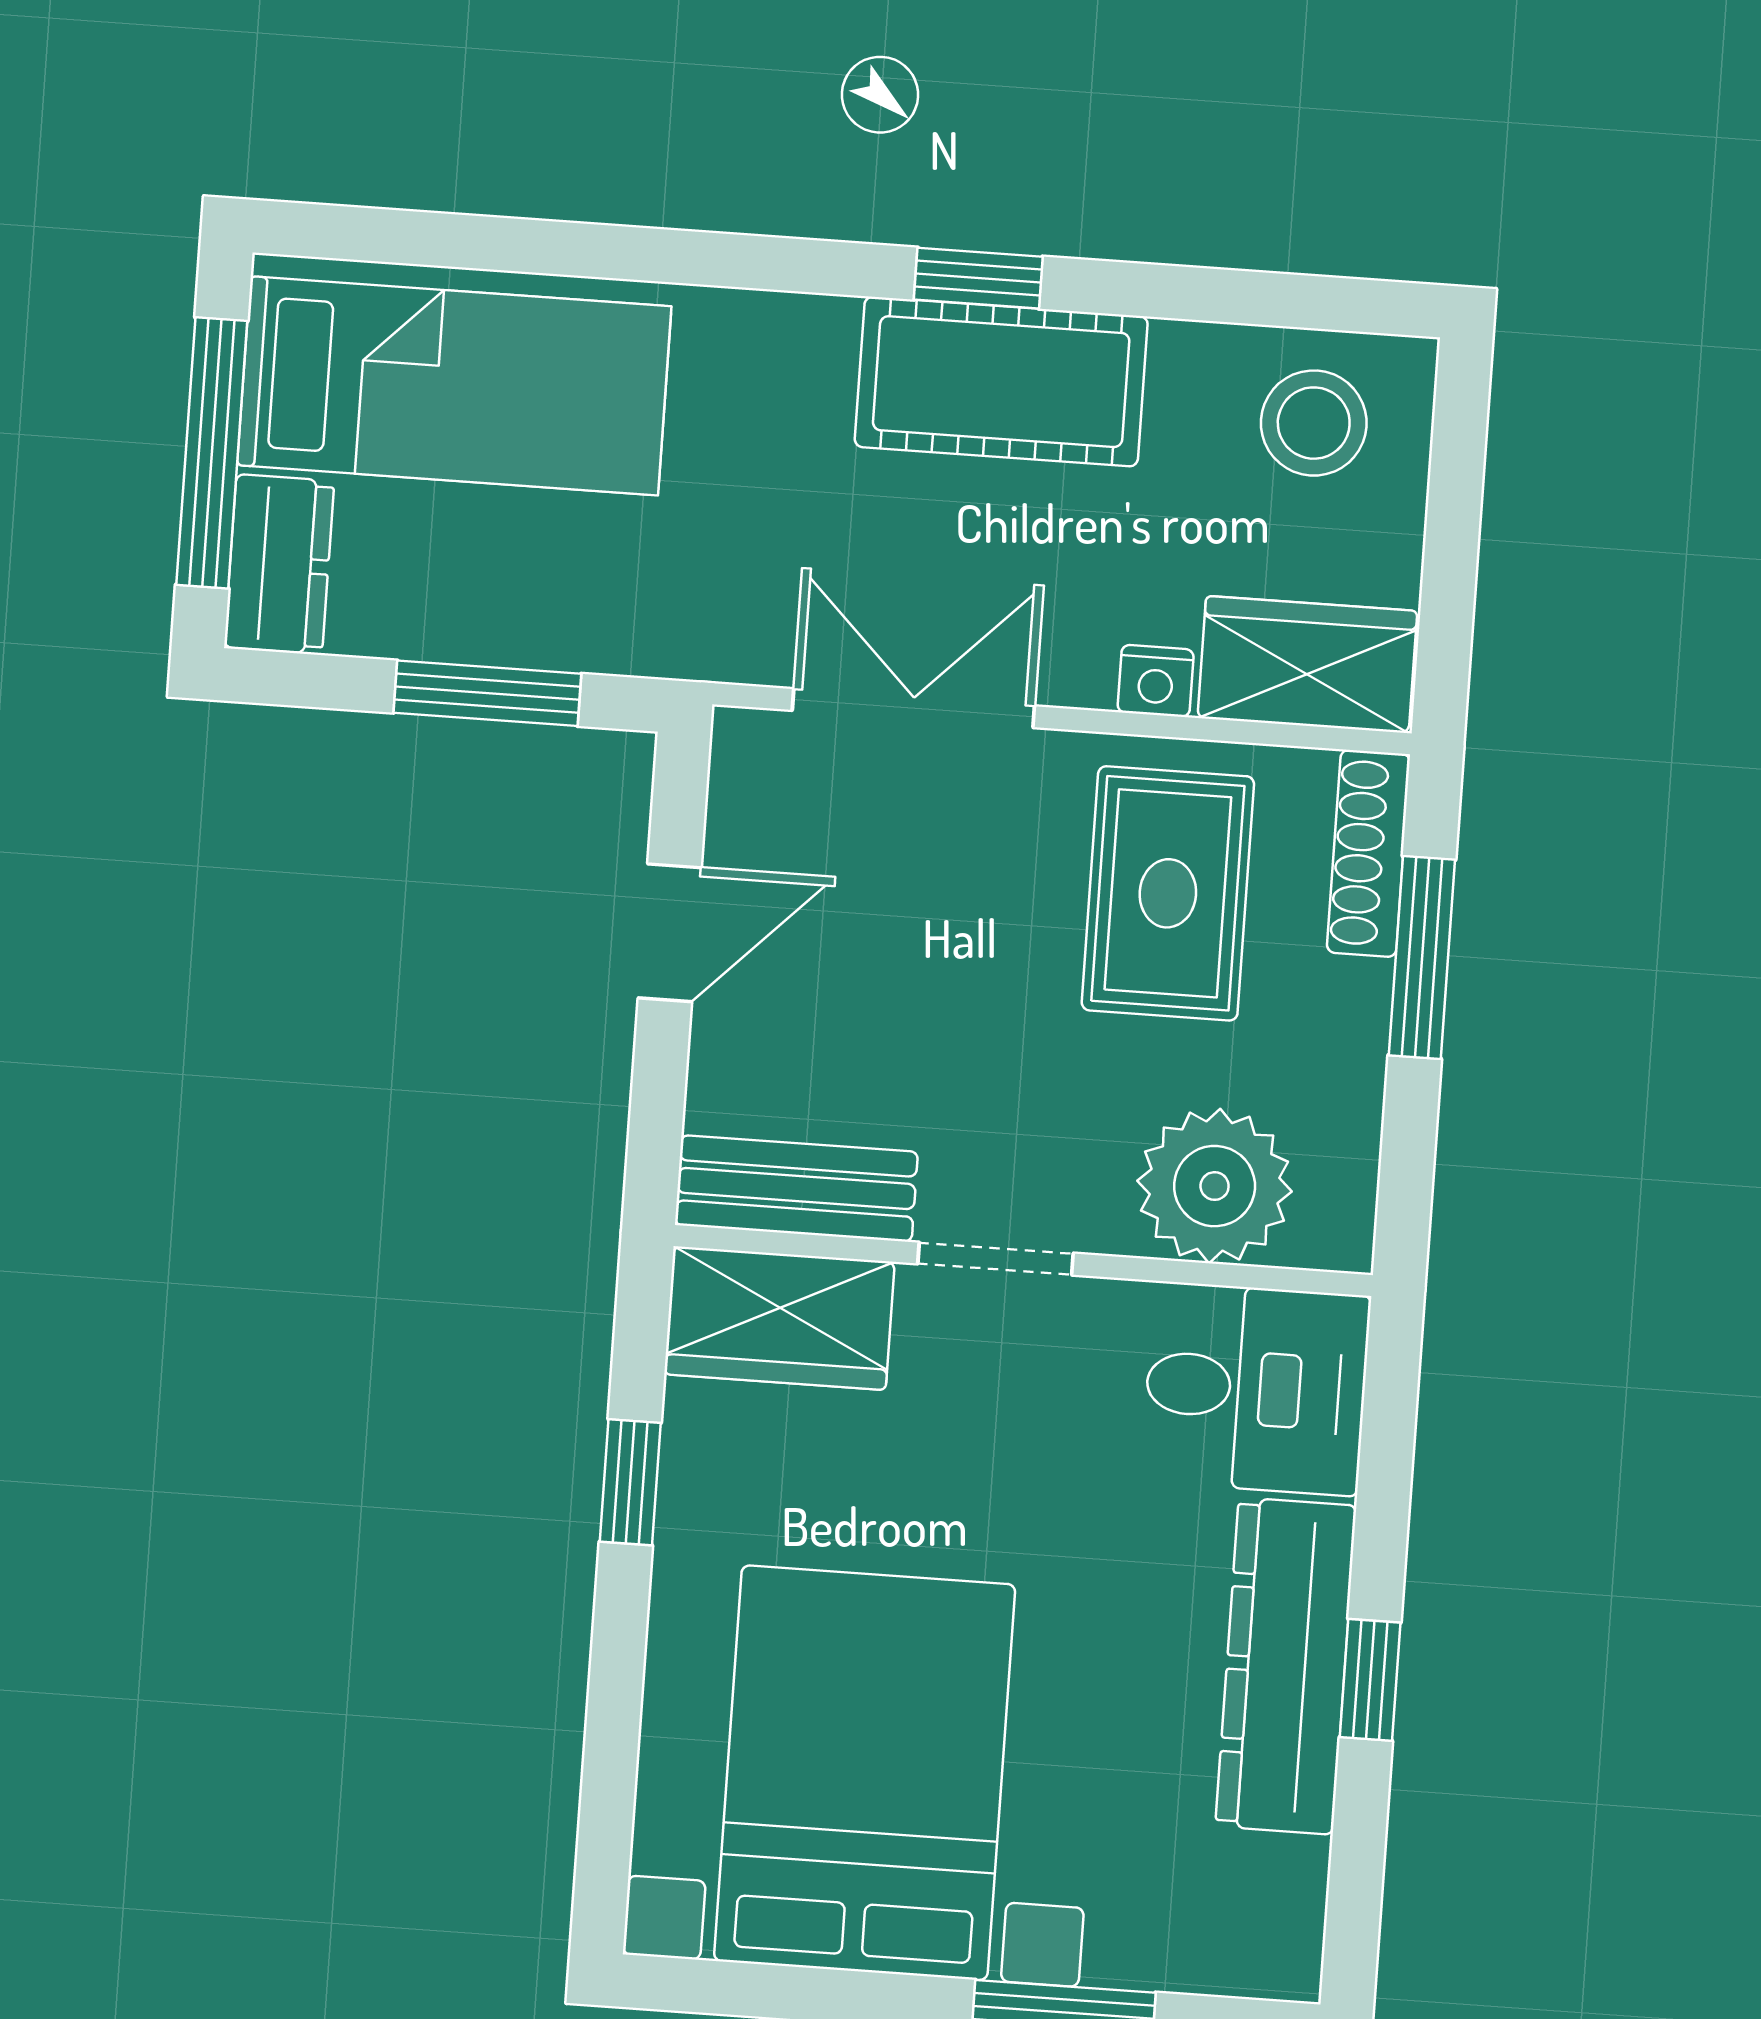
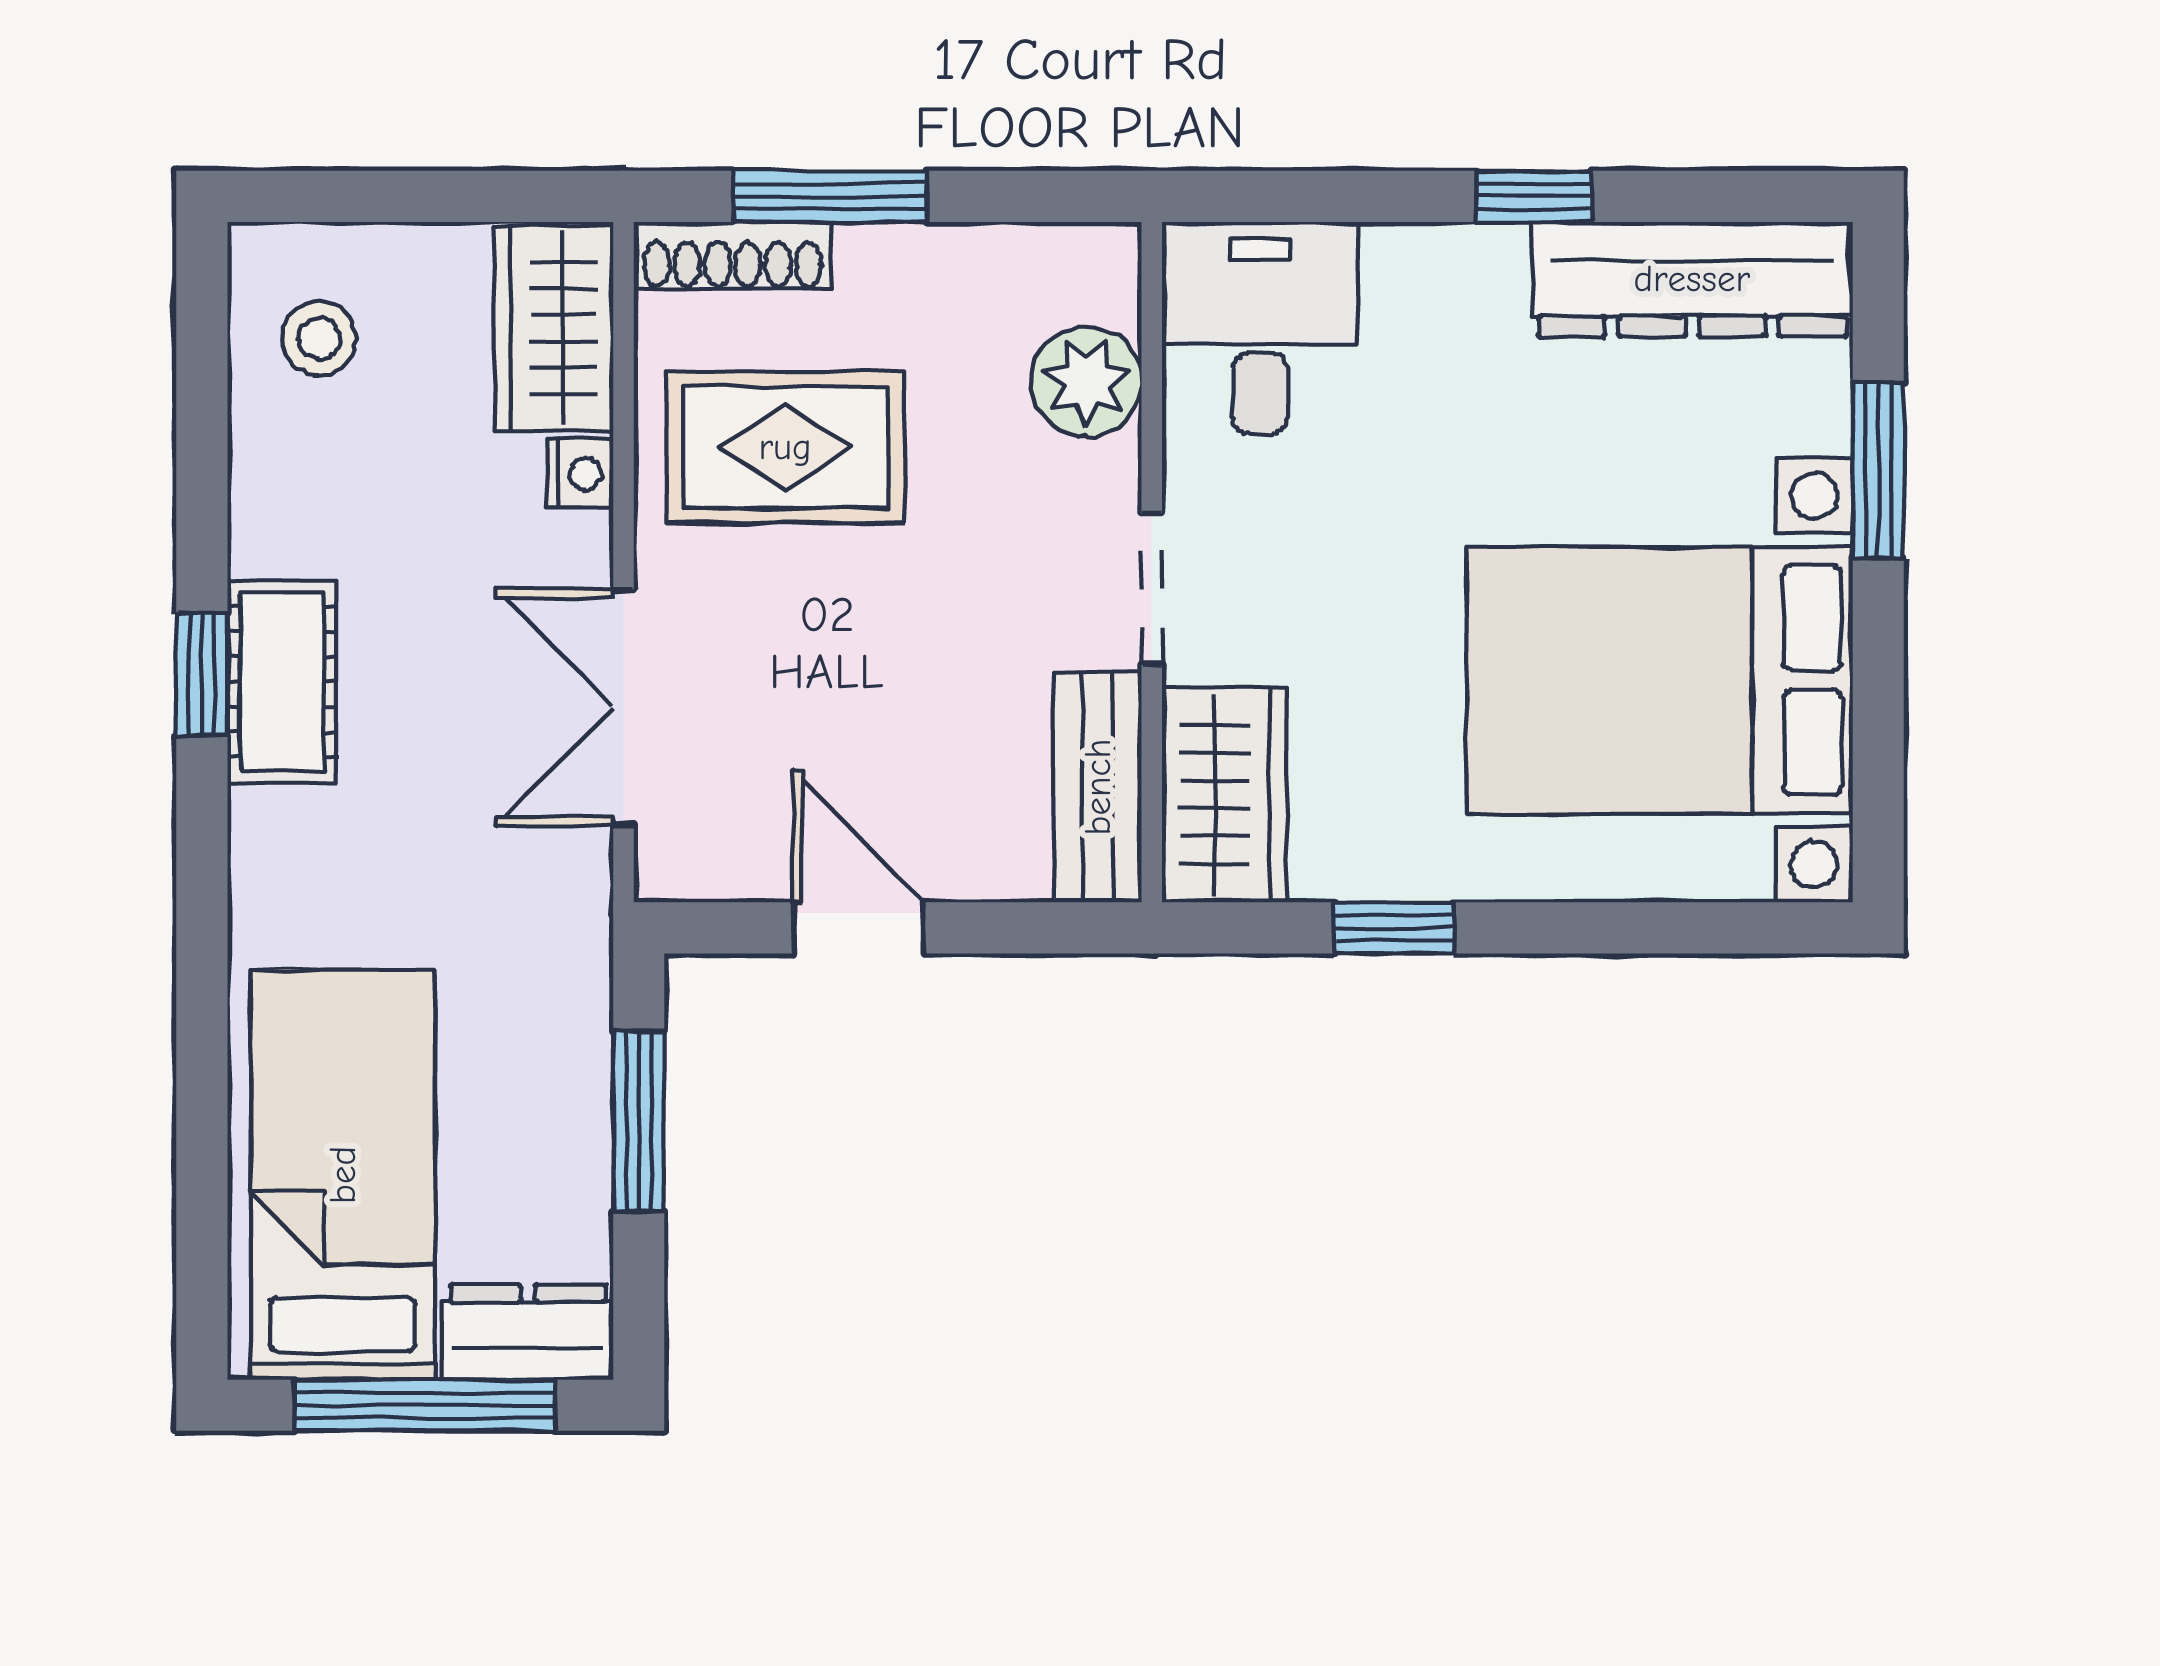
cot: (1001, 382) -> (282, 682), width x0.73, depth x0.75
stool: (1314, 423) -> (319, 338), width x0.73, depth x0.73
plant: (1215, 1186) -> (1086, 382), width x0.73, depth x0.73
dresser: (1286, 1666) -> (1692, 279), moved

